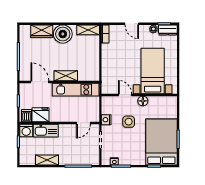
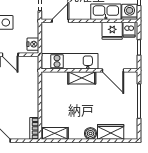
boiler: (63, 34) -> (90, 133), width x0.54, depth x0.54
nightstand: (106, 120) -> (33, 44), moved

